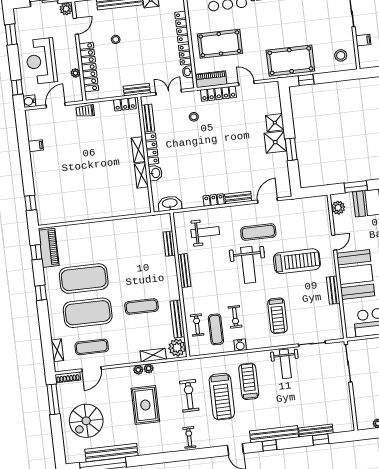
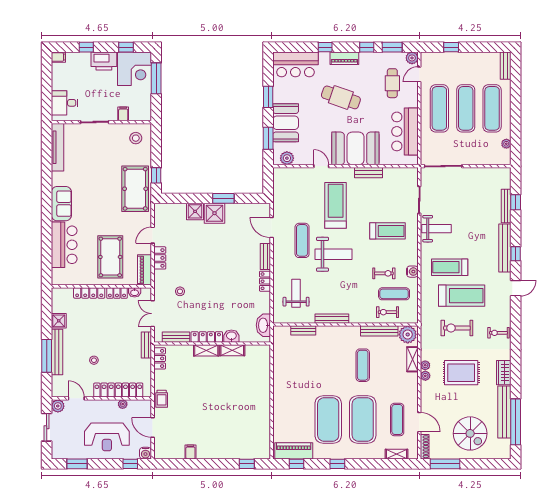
locker: (218, 94) -> (160, 258), width x0.66
wardrobe: (150, 447) -> (504, 373), added

